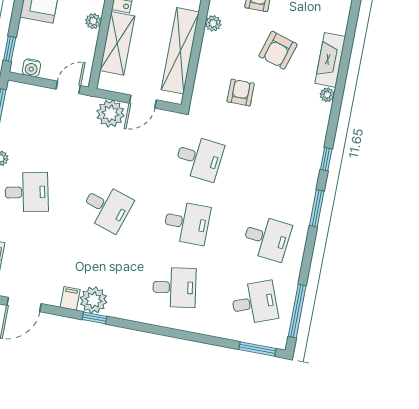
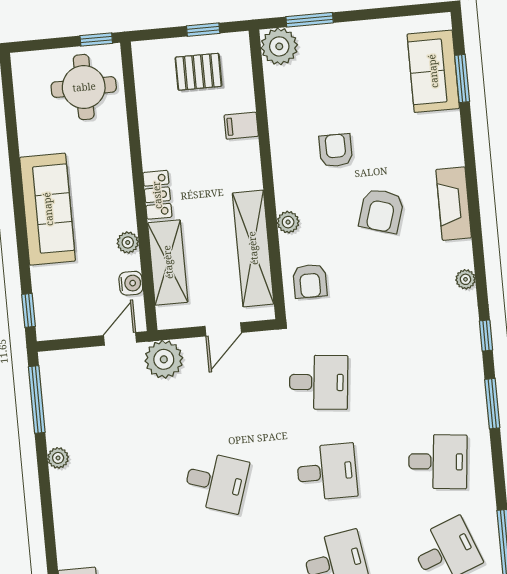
plant: (213, 23) -> (288, 222), moved
water cooler: (31, 68) -> (131, 283), moved, turned -90
armchair: (241, 93) -> (310, 281), moved, turned 180
plant: (327, 95) -> (466, 279), moved
plant: (110, 114) -> (164, 359), moved
desk: (27, 192) -> (105, 492), removed

